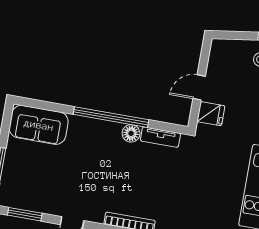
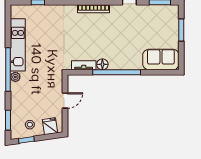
fridge: (211, 114) -> (50, 126), moved, turned 82

